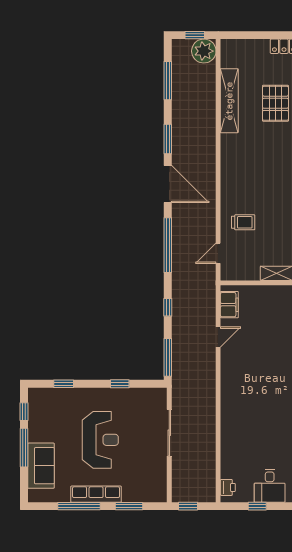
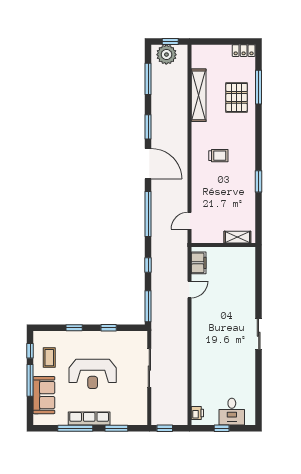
plant: (204, 51) -> (166, 55), moved
trolley: (243, 222) -> (218, 156), moved
window: (64, 384) -> (74, 328), moved
coffee table: (47, 420) -> (49, 358), added
reception desk: (100, 440) -> (93, 374), turned 90

